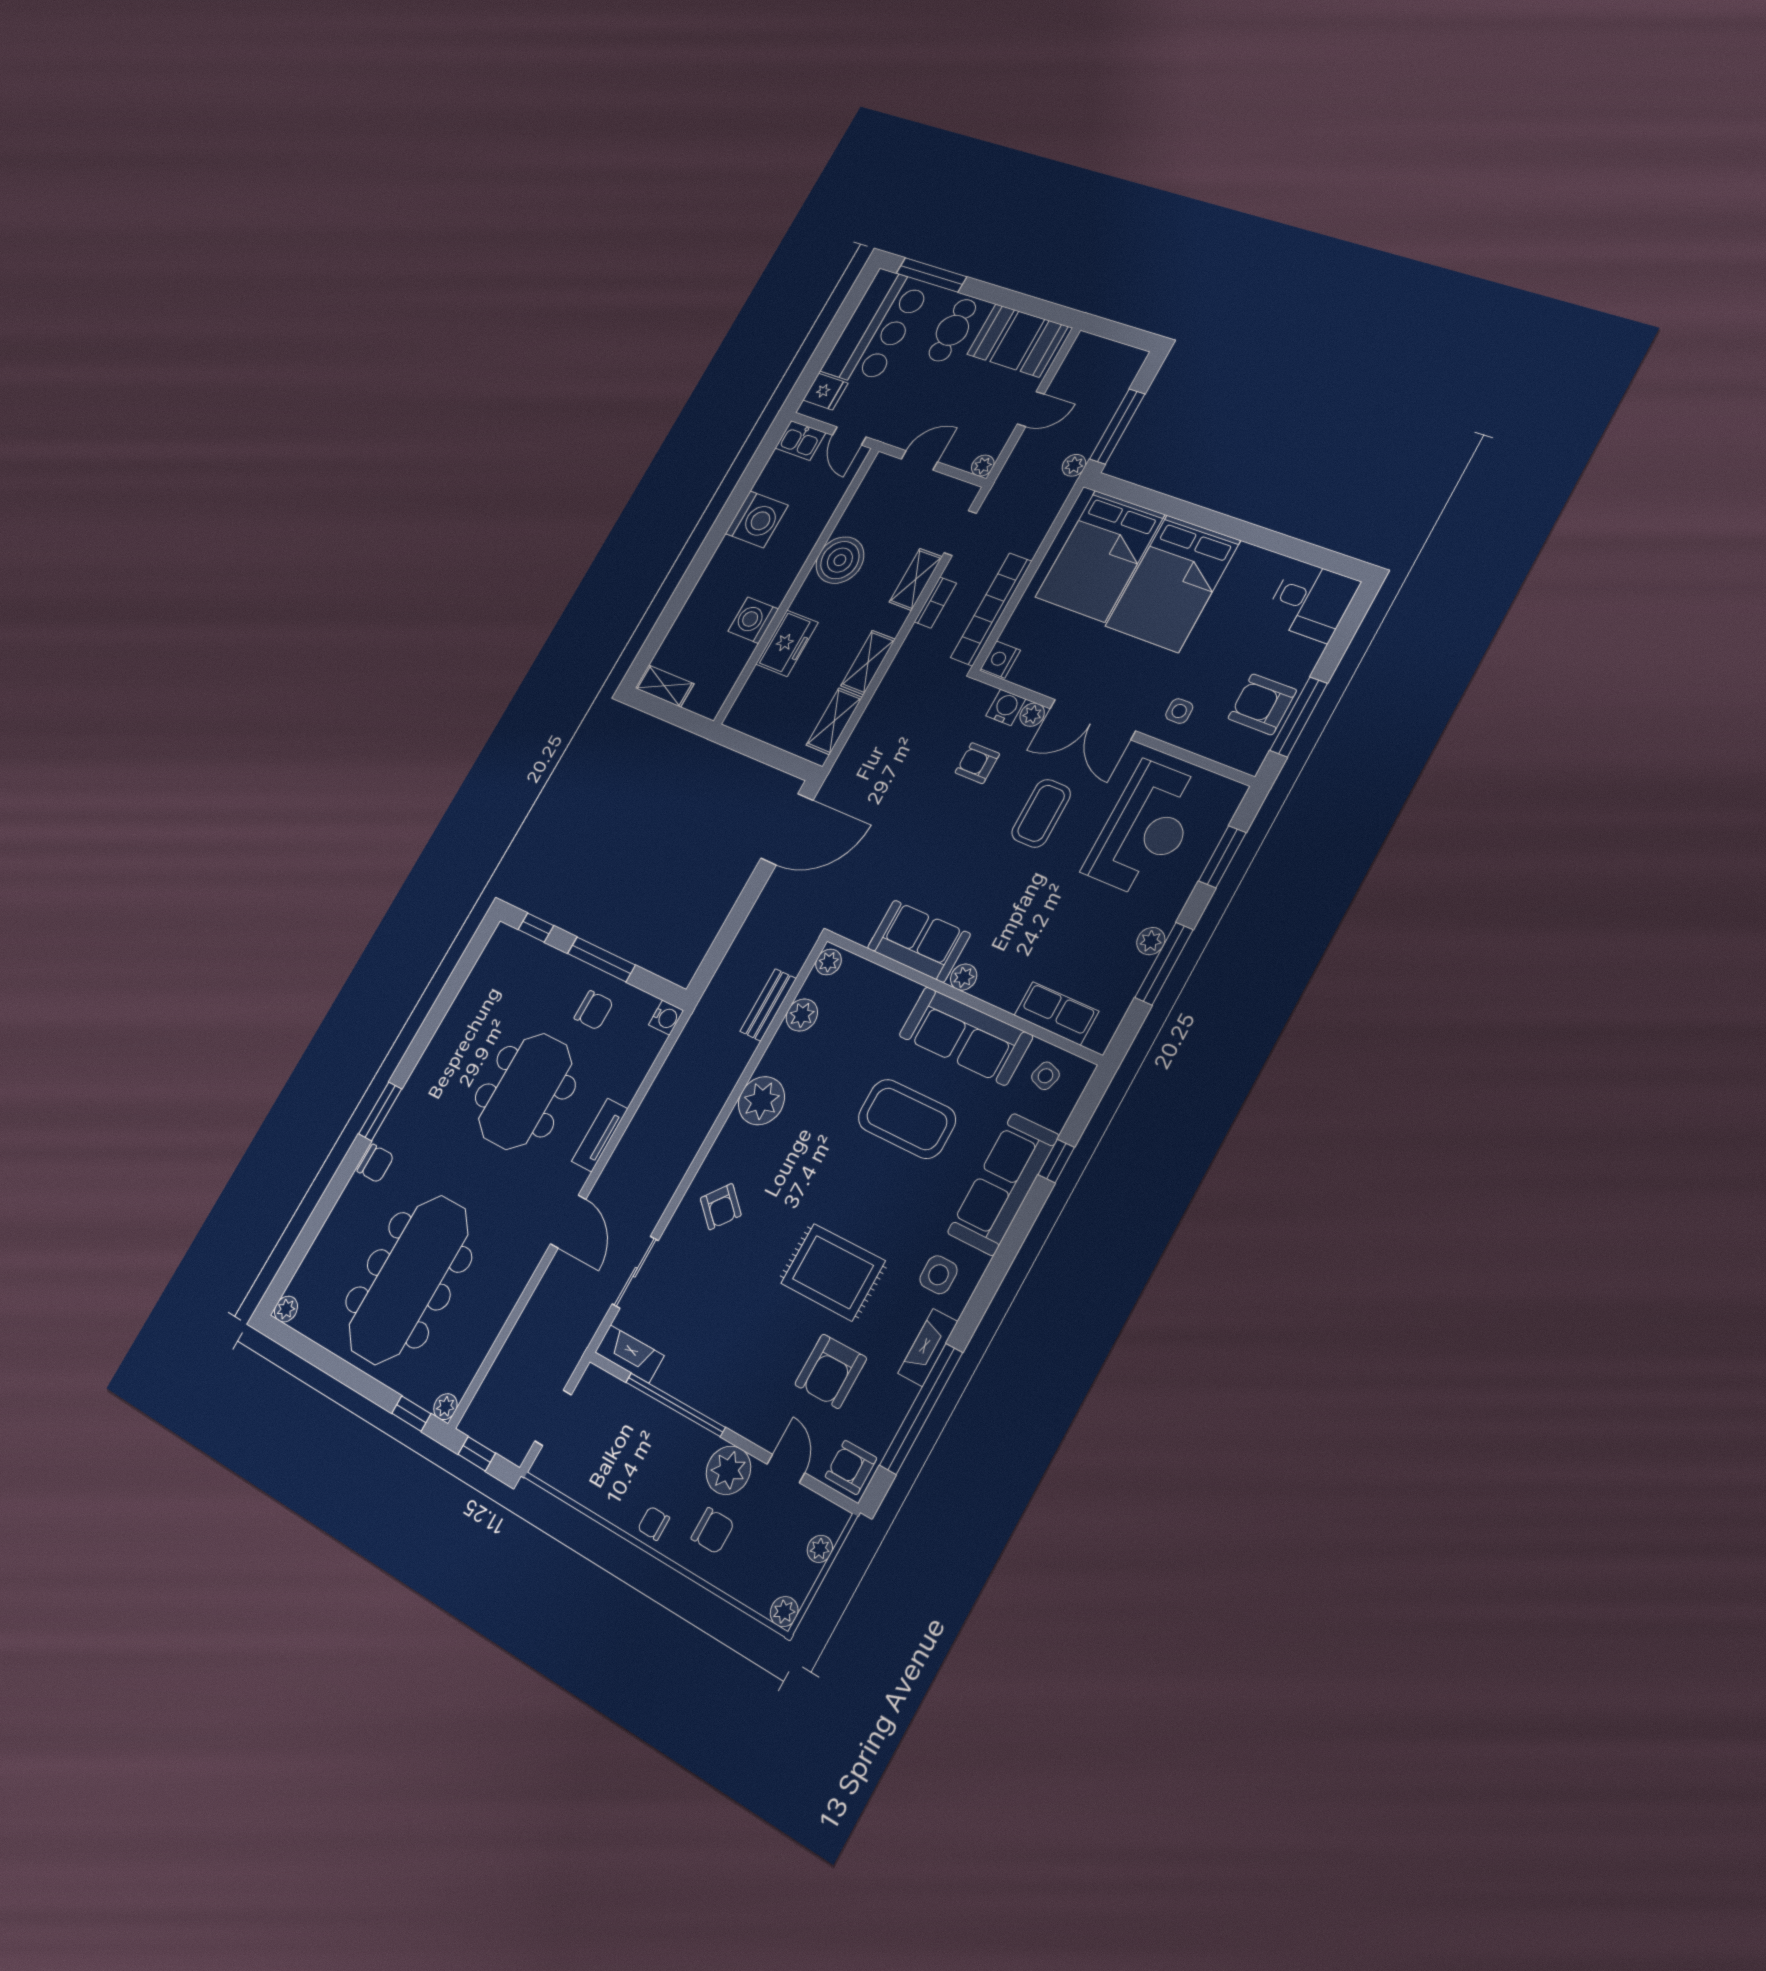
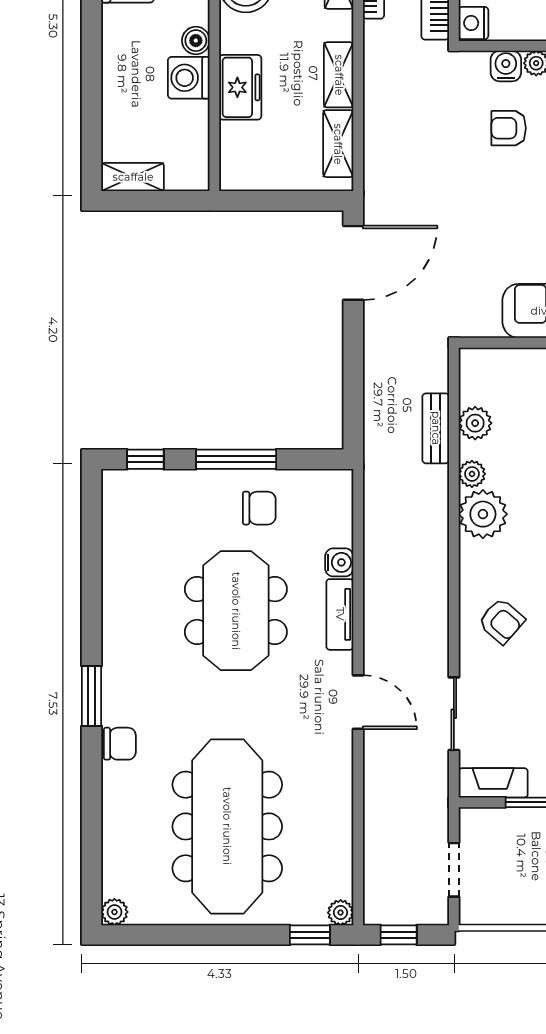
boiler: (776, 591) -> (196, 41), added
plant: (829, 962) -> (472, 474), moved
water cooler: (666, 1018) -> (339, 562), moved

